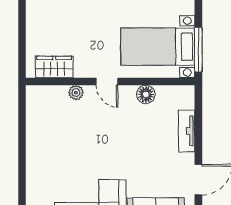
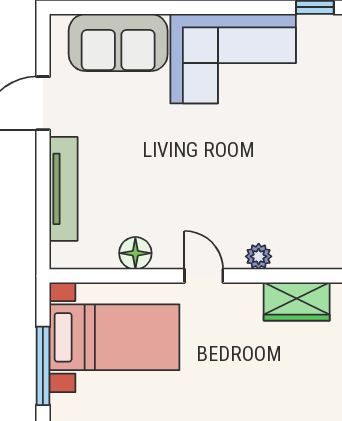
window: (198, 50) -> (43, 366), moved
tv unit: (187, 131) -> (64, 189), width x1.41

